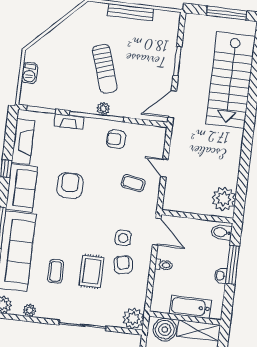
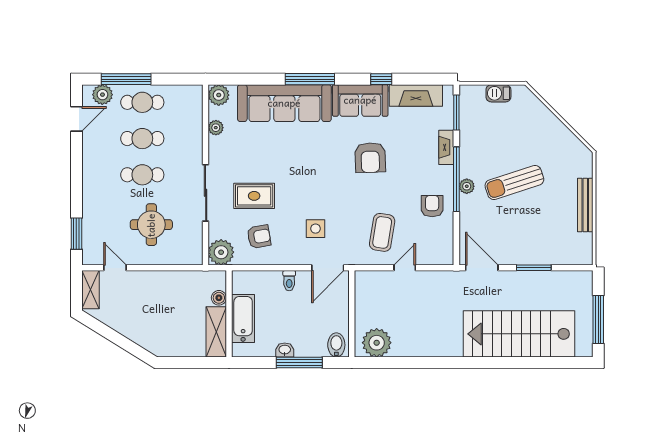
coffee table: (133, 183) -> (382, 232), width x1.36, depth x1.30
armchair: (70, 186) -> (370, 158), turned 88
armchair: (123, 265) -> (259, 237), moved
coffee table: (56, 271) -> (266, 153), removed
rug: (92, 271) -> (254, 196), moved
boiler: (165, 330) -> (219, 298), width x0.54, depth x0.54

